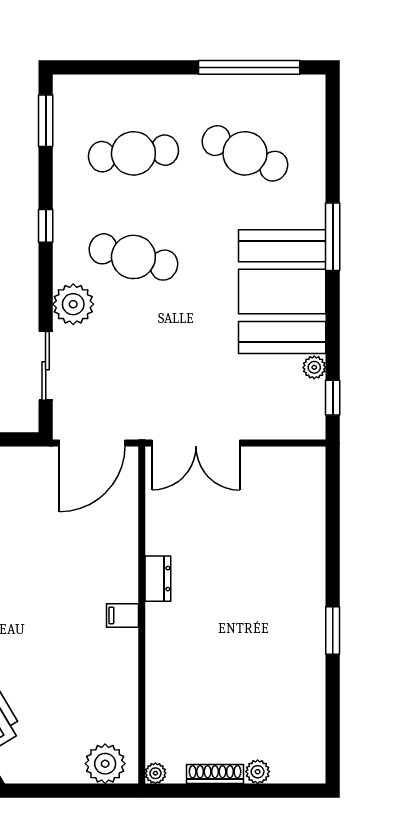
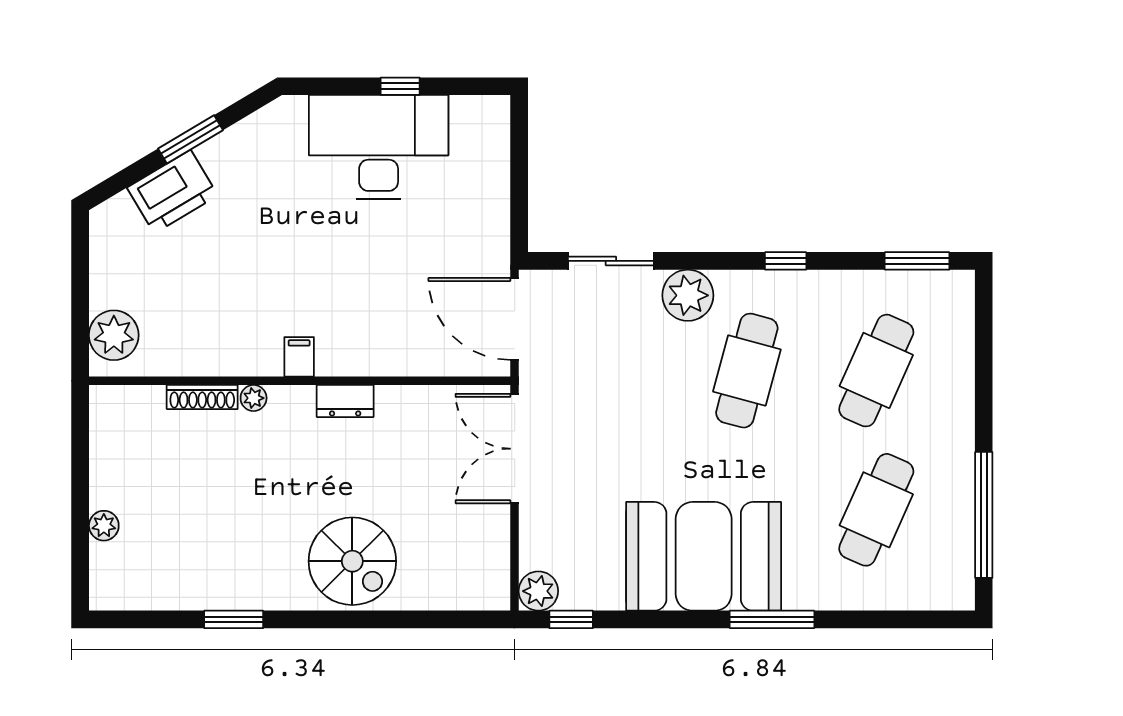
cafe table: (133, 153) -> (876, 371), turned 30
plant: (314, 367) -> (538, 591), moved, width x1.38, depth x1.38
spiral stairs: (286, 573) -> (352, 561), added
window: (333, 630) -> (234, 619), moved
plant: (155, 773) -> (254, 398), moved
shoe rack: (215, 774) -> (202, 397), moved, turned 90

